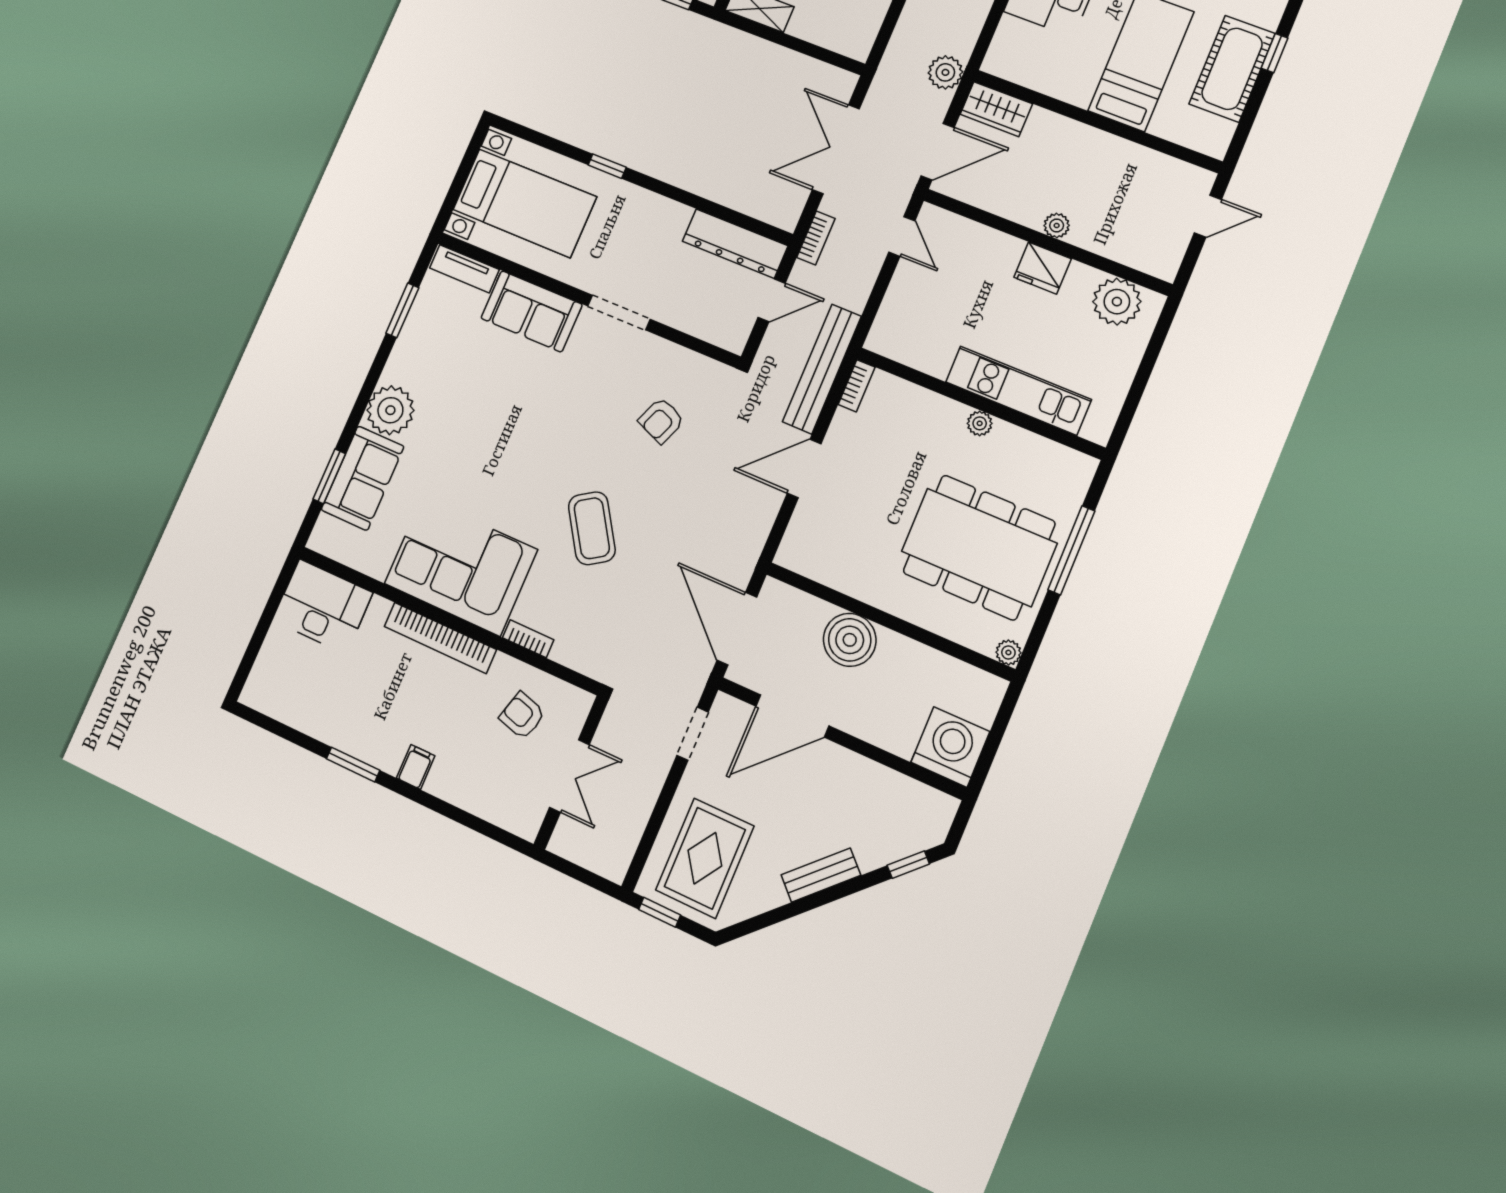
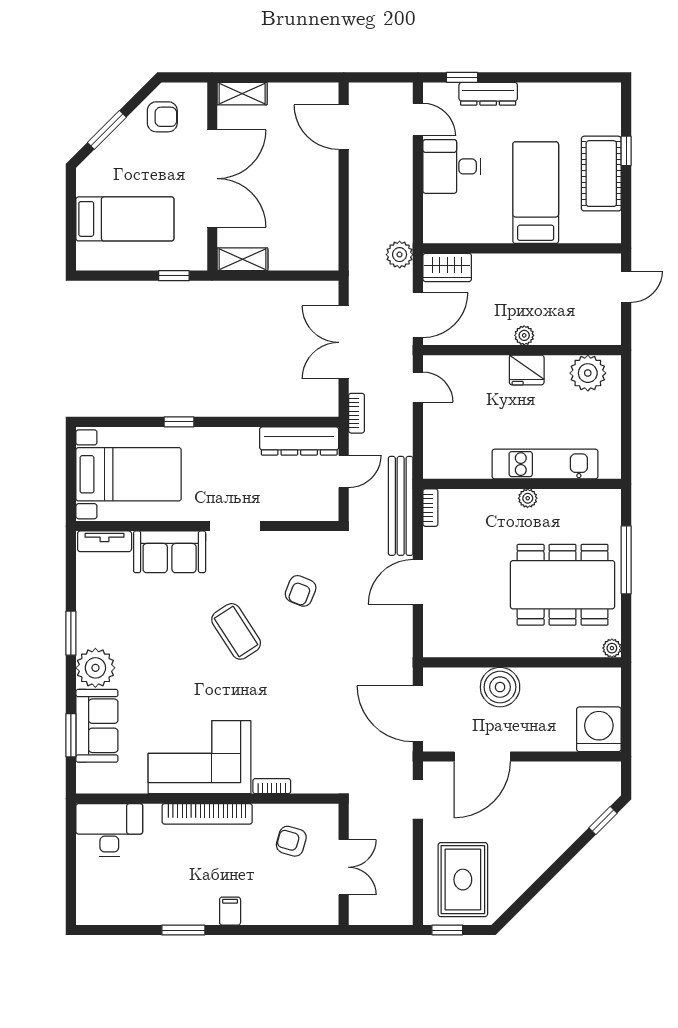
window: (402, 310) -> (71, 633), moved
coffee table: (592, 528) -> (236, 631), moved
bench: (821, 875) -> (547, 854), removed

